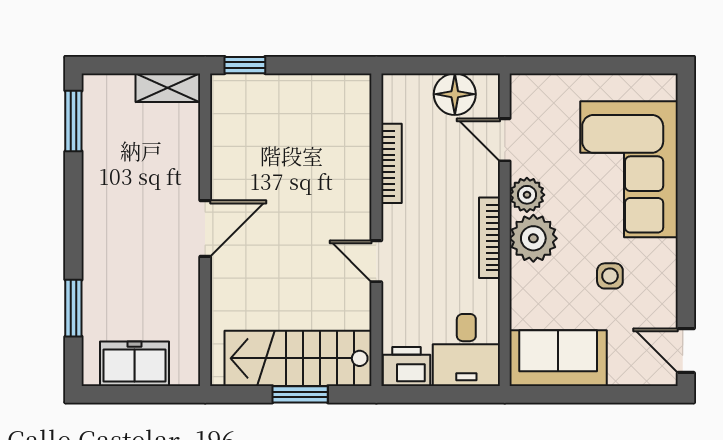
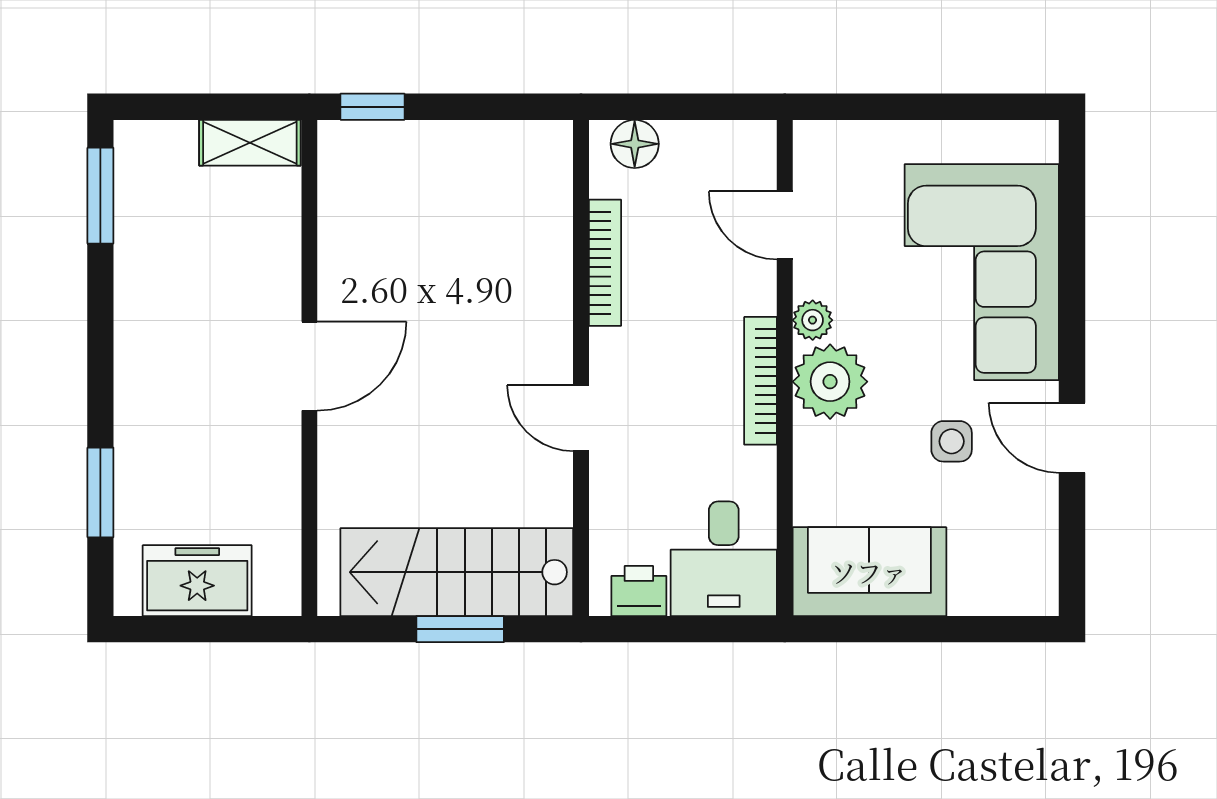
floor lamp: (455, 94) -> (635, 144), moved, width x0.73, depth x0.73
plant: (527, 195) -> (813, 320), width x0.73, depth x0.73
door: (686, 351) -> (1072, 438), moved
printer: (407, 366) -> (639, 591), width x0.73, depth x0.81

